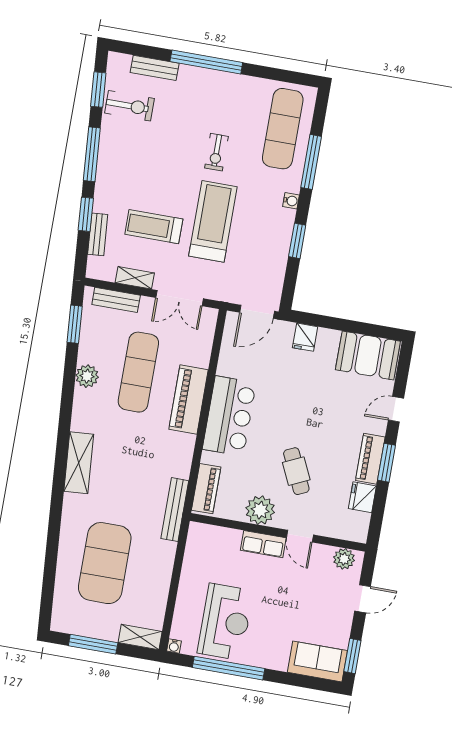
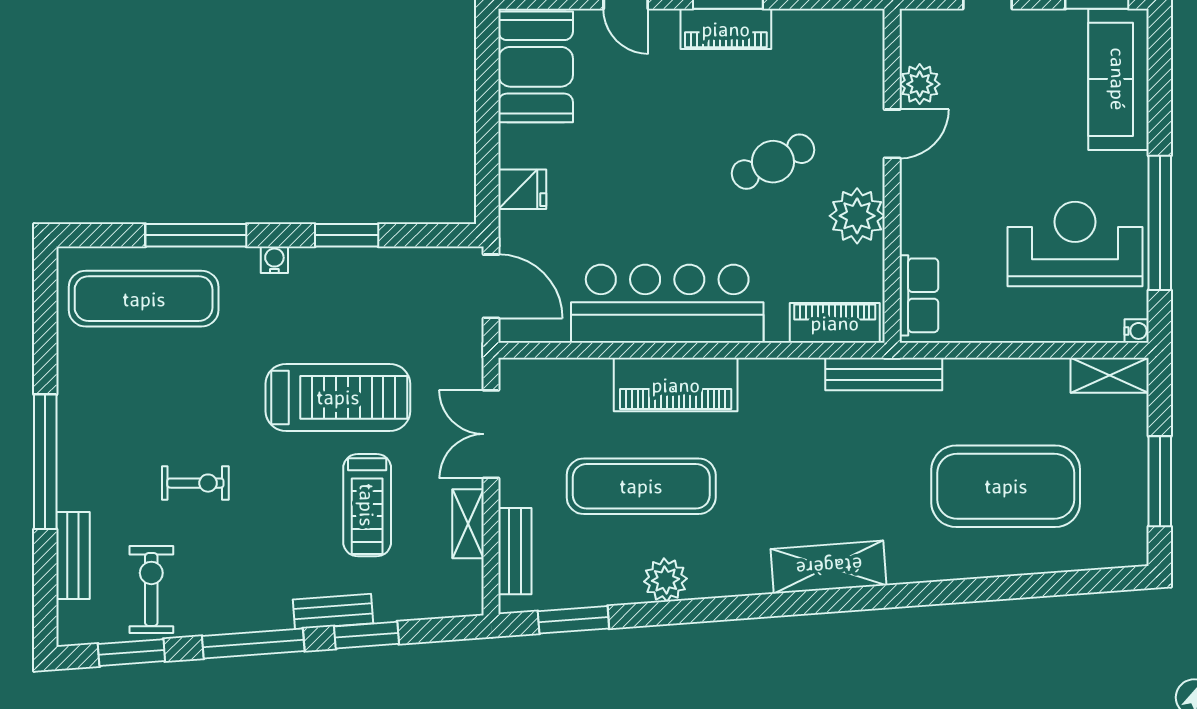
exercise bike: (216, 152) -> (195, 483), moved
treadmill: (213, 221) -> (338, 397), turned 180
bench: (98, 234) -> (333, 611), moved
double door: (180, 298) -> (491, 434), swing flipped
bar counter: (229, 416) -> (667, 304), width x1.36
fridge: (362, 497) -> (800, 31), removed
row of seats: (263, 544) -> (919, 295), moved
plant: (344, 559) -> (920, 84), moved
shelving: (140, 637) -> (1110, 375), moved, turned 90
sofa: (317, 661) -> (1118, 79), width x1.36

